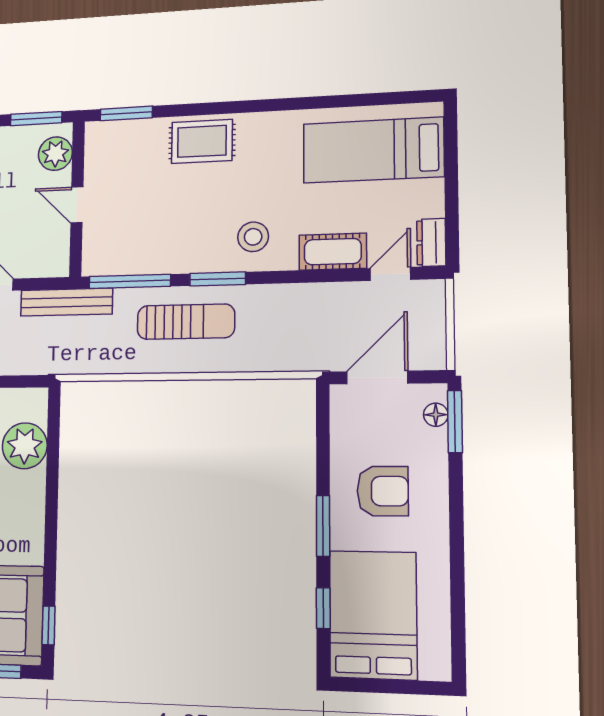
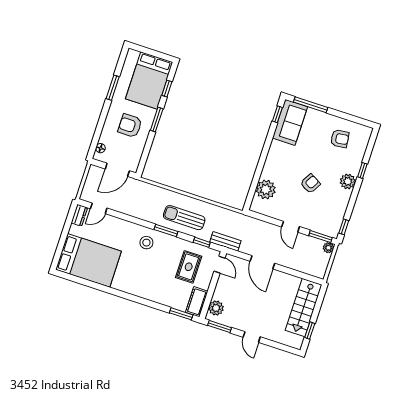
rug: (202, 141) -> (189, 267), moved, turned 90
bed: (373, 150) -> (89, 260), width x1.50
door: (77, 205) -> (220, 265), moved
cot: (333, 252) -> (197, 302), moved, turned 90
window: (130, 281) -> (202, 242), width x0.46
bench: (66, 302) -> (225, 241), width x0.73
window: (455, 422) -> (113, 88), moved

